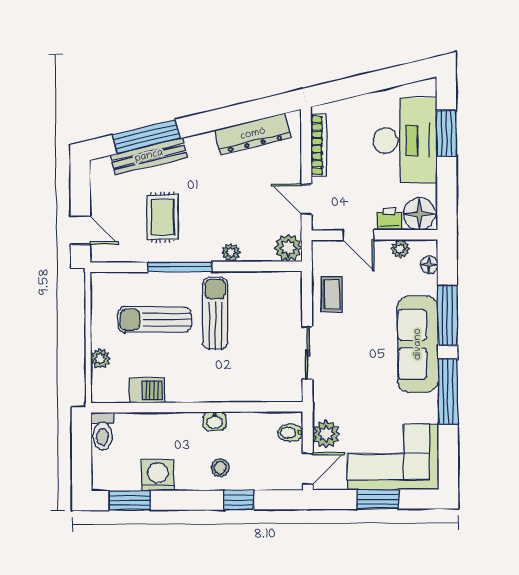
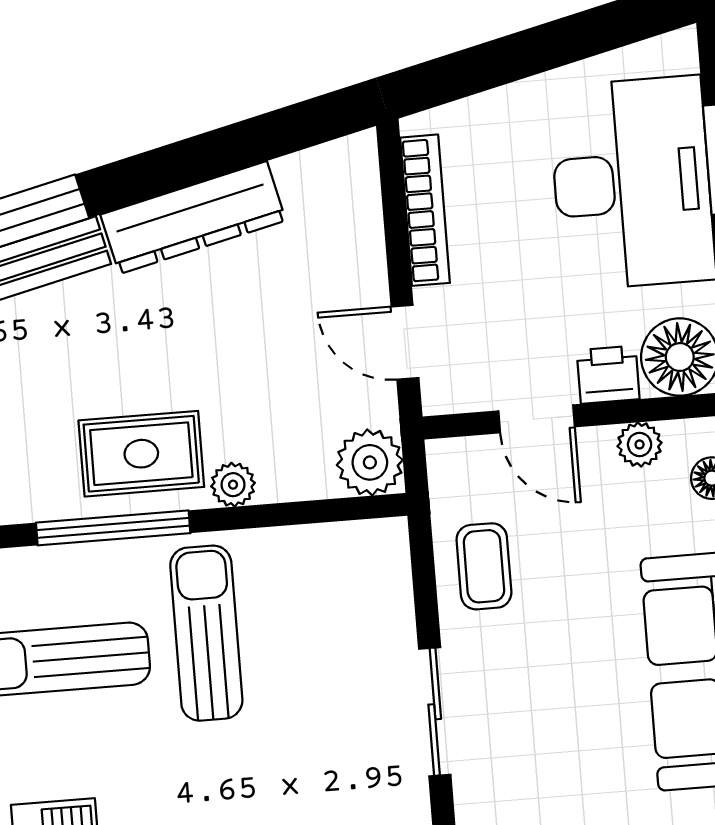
dresser: (253, 134) -> (193, 218), moved
rug: (163, 217) -> (141, 454), moved, turned 90

